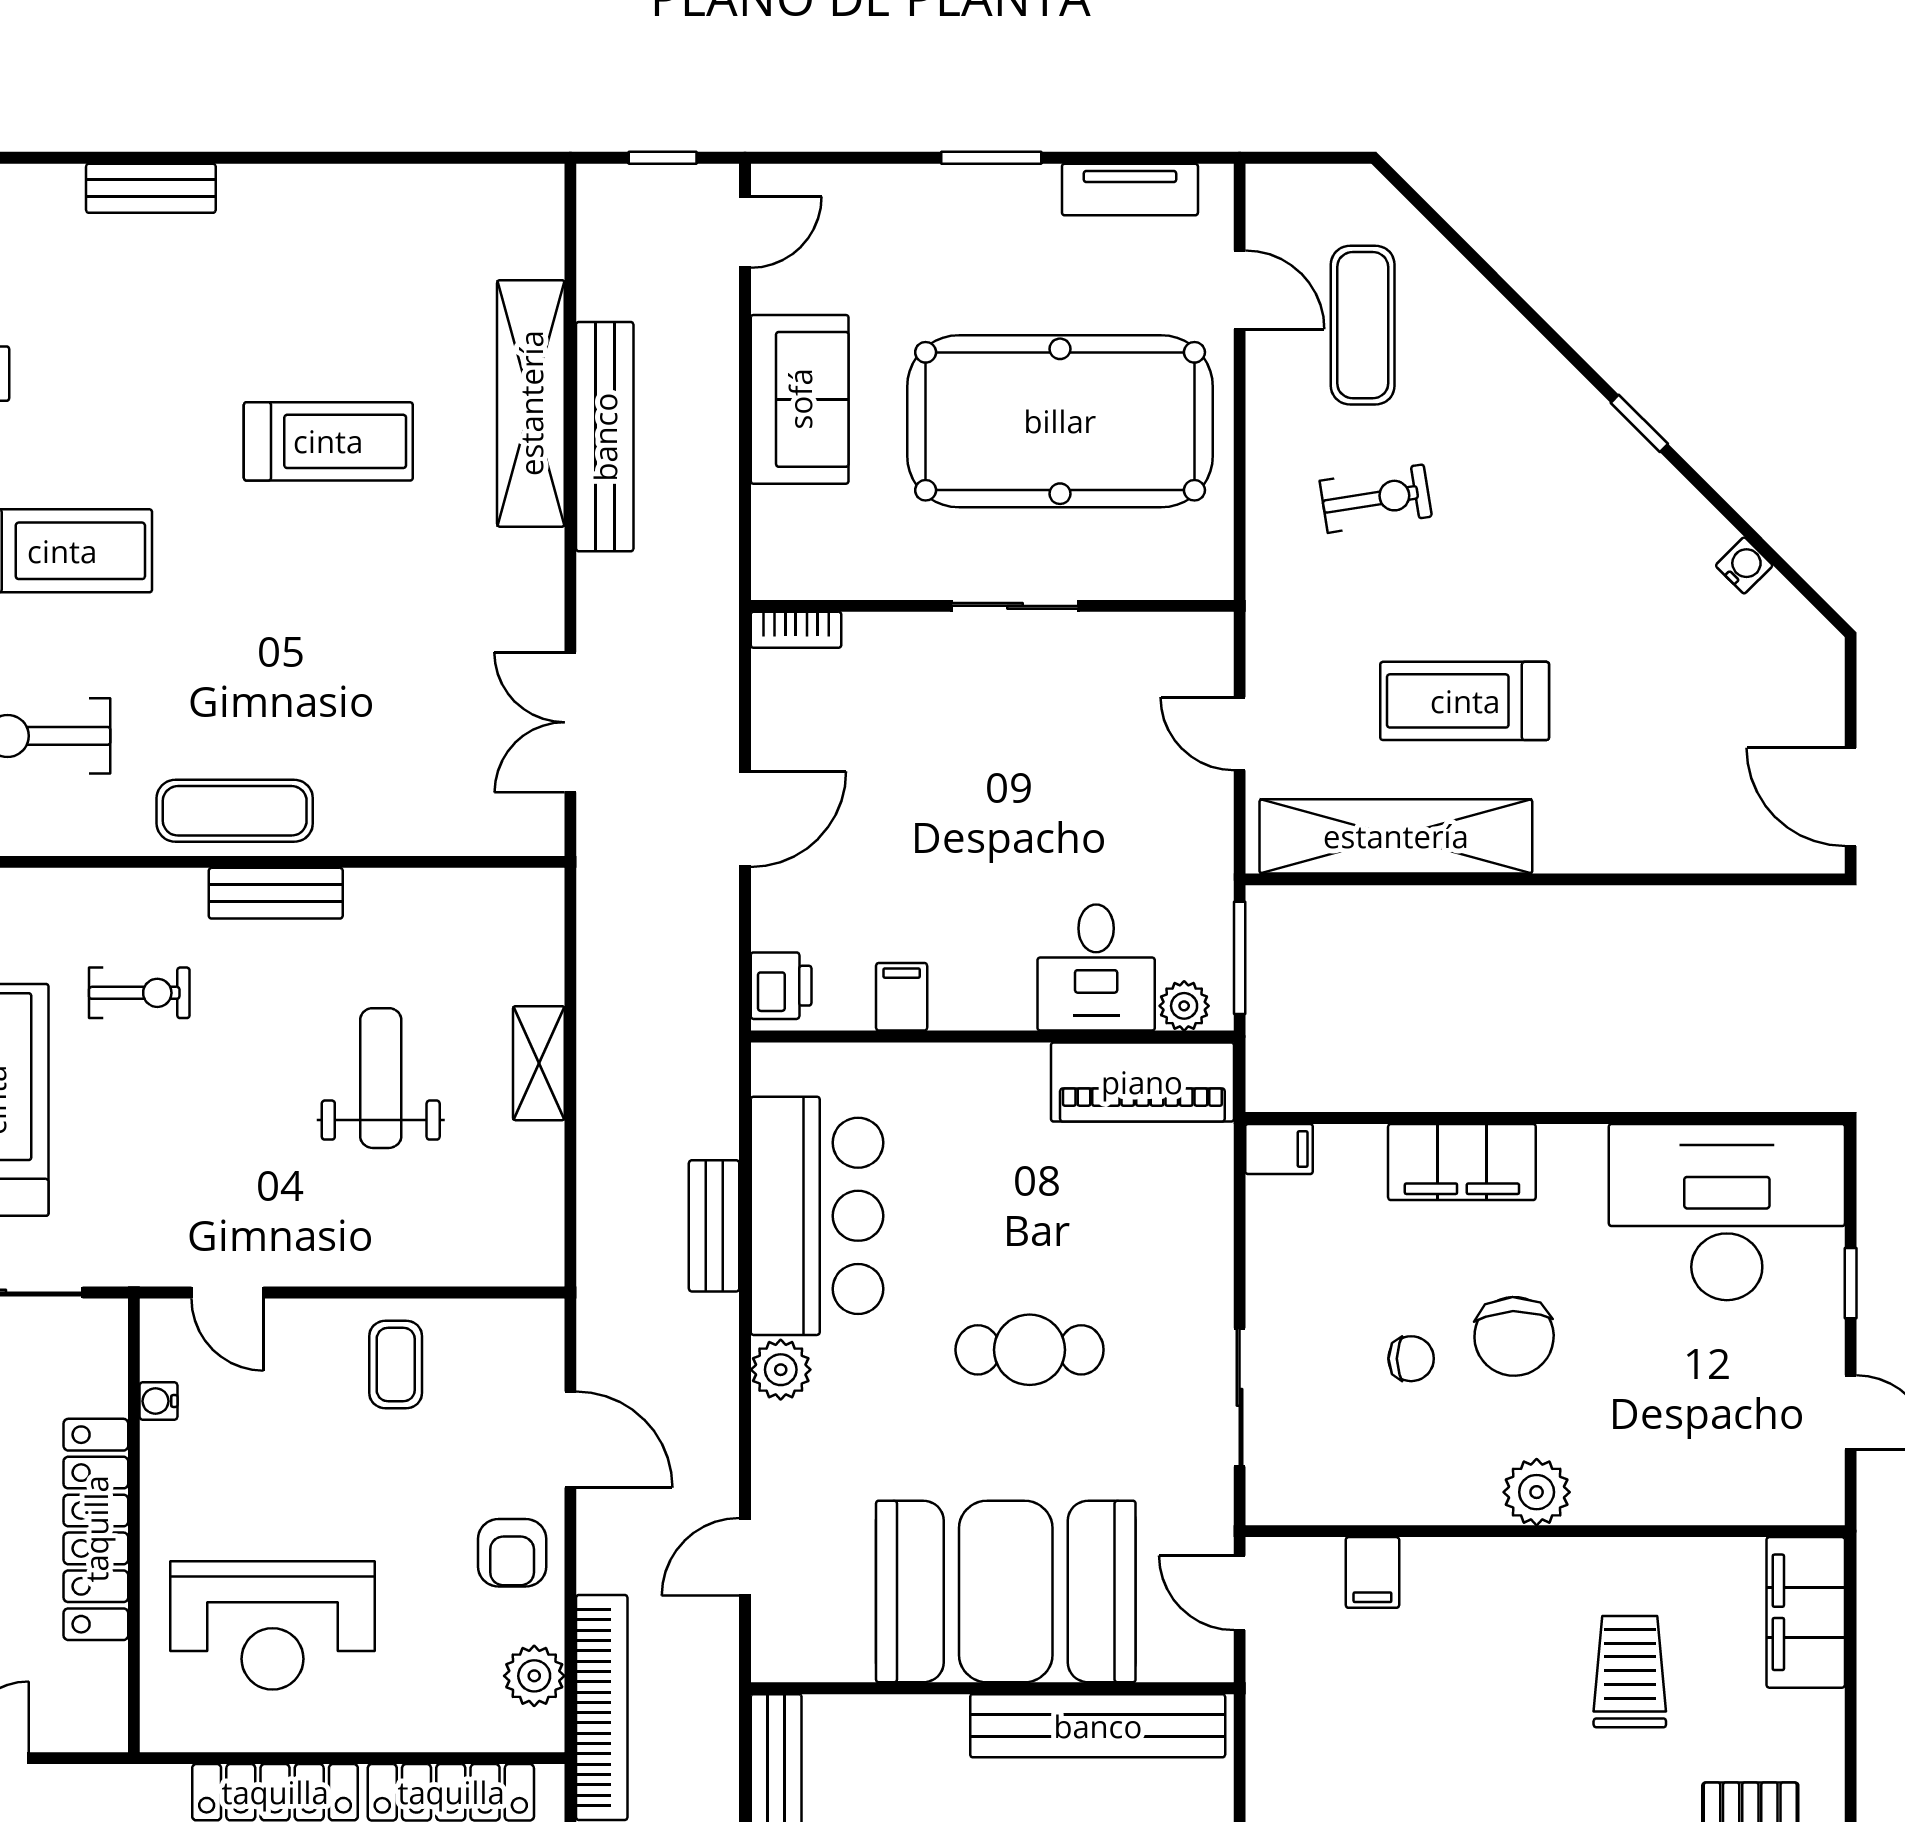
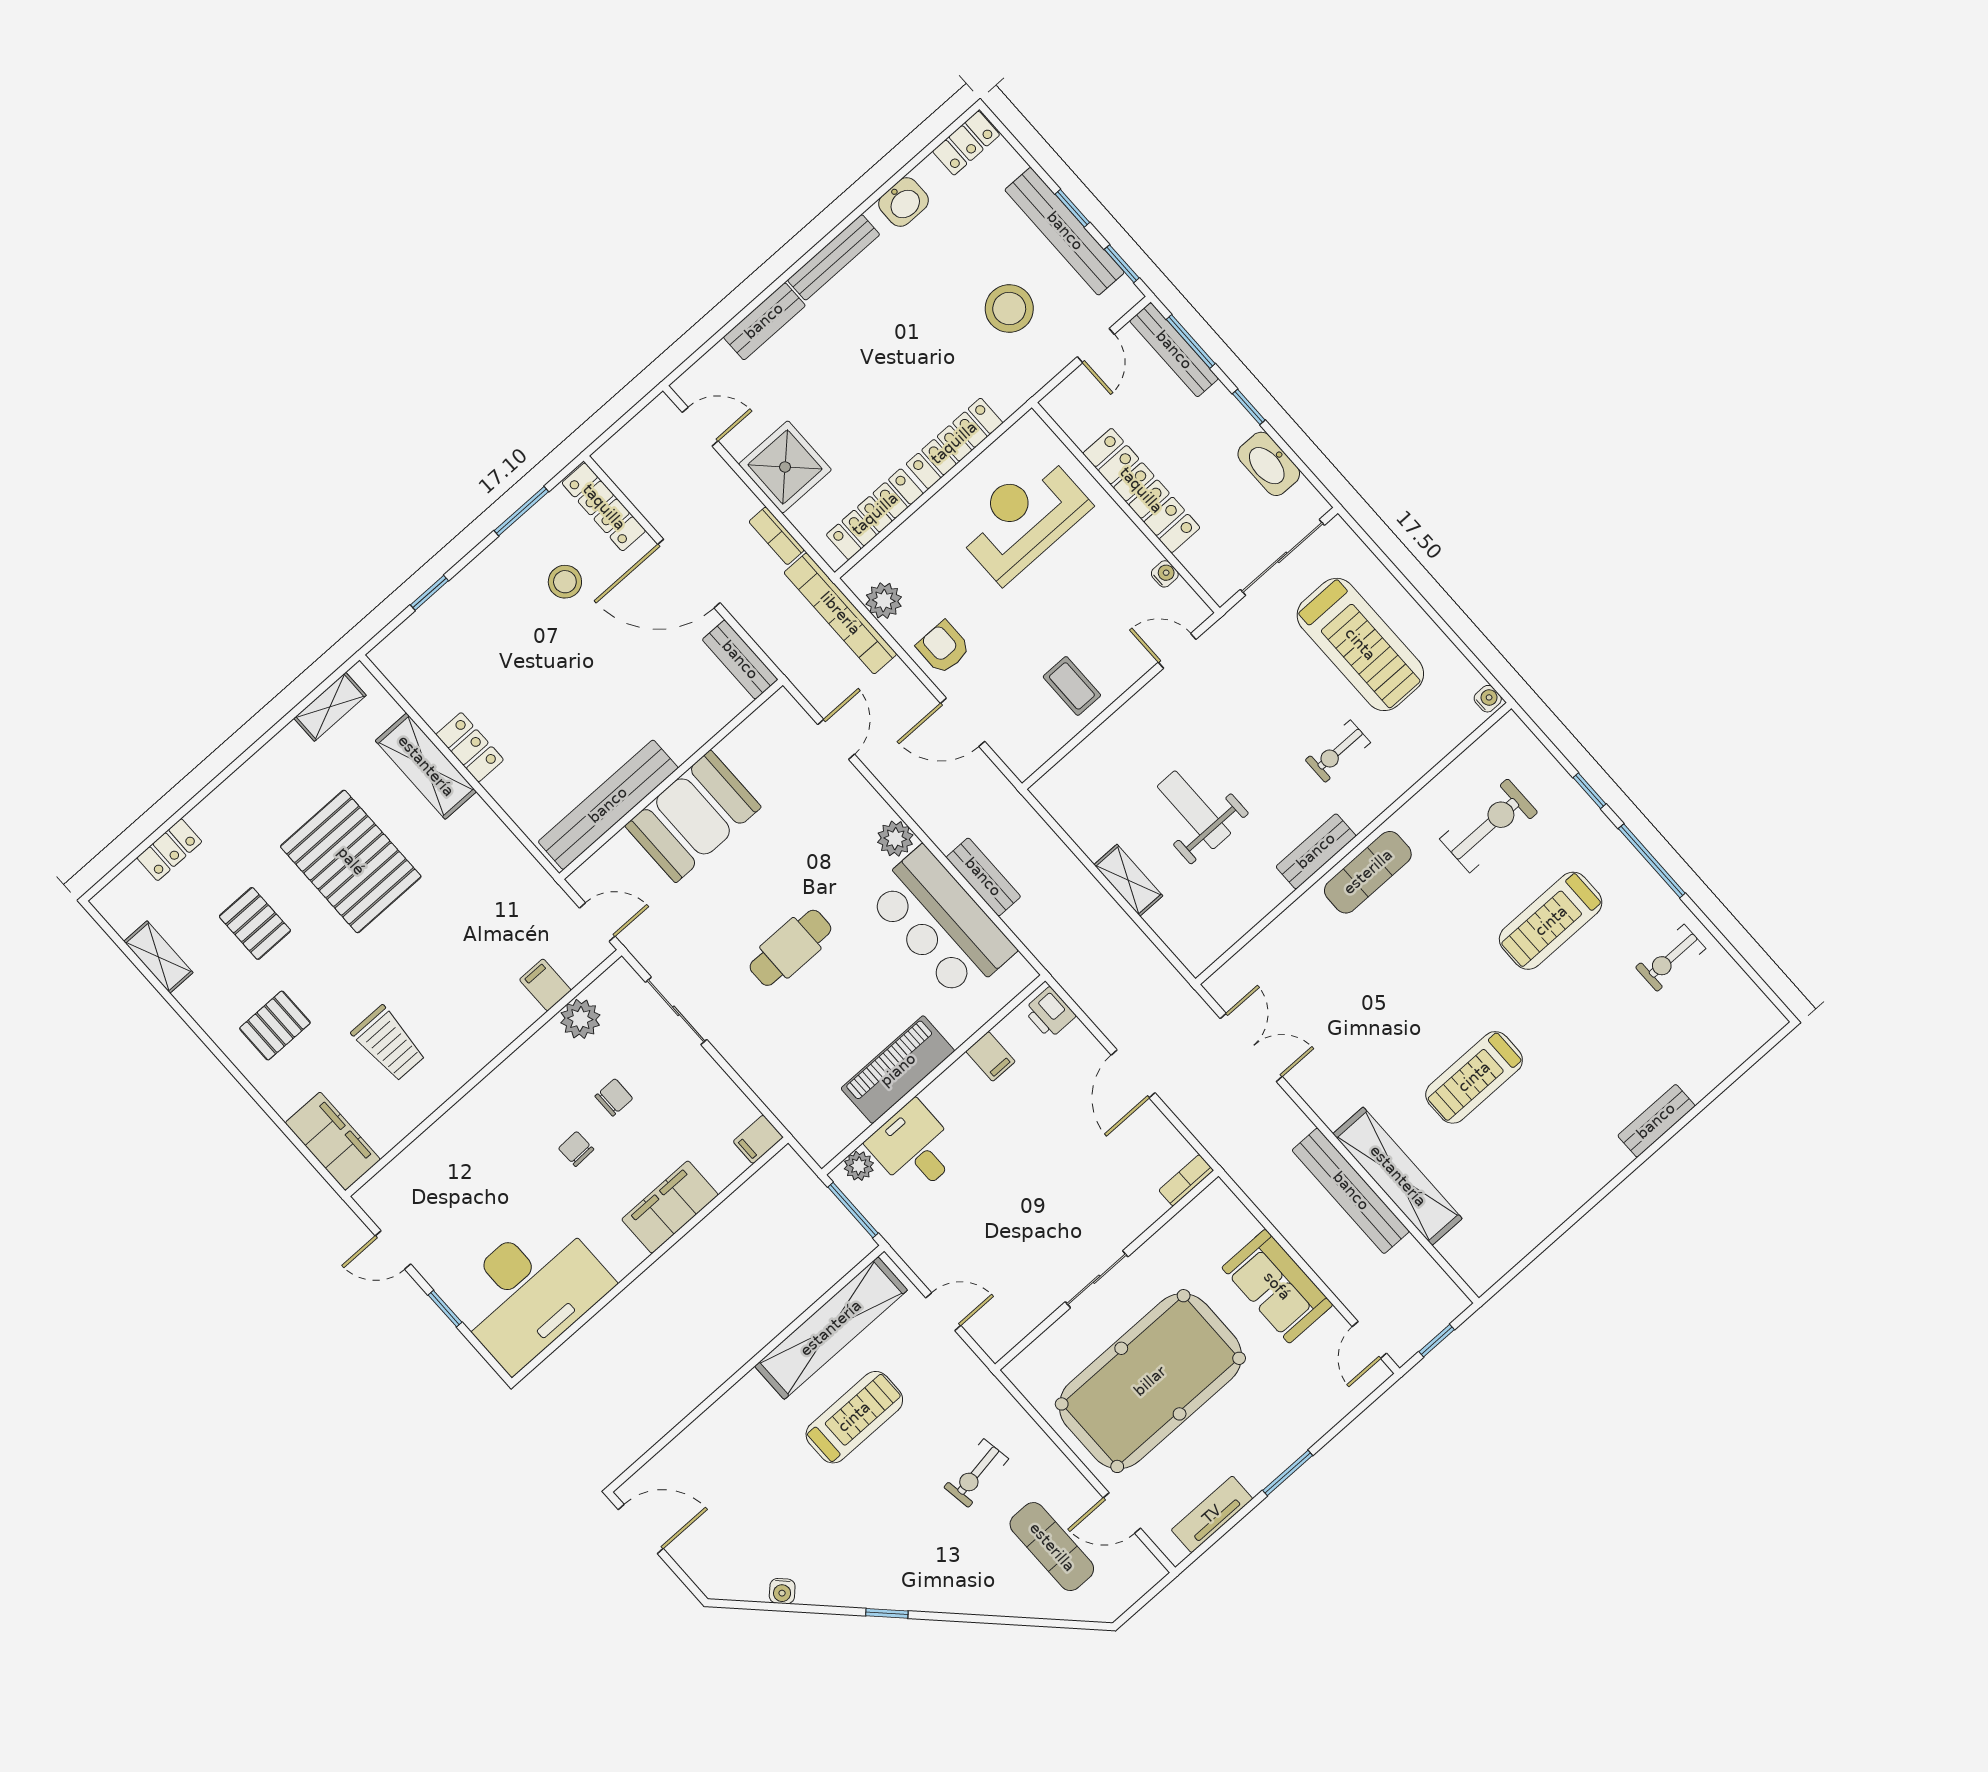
weight bench: (381, 1078) -> (1194, 810), turned 180
piano: (1142, 1082) -> (898, 1070), moved
chair: (1514, 1336) -> (576, 1149), width x0.54, depth x0.54
chair: (1411, 1359) -> (614, 1097), turned 180
plant: (1537, 1492) -> (580, 1019), moved
booth: (1006, 1591) -> (693, 816), width x0.73, depth x0.70

